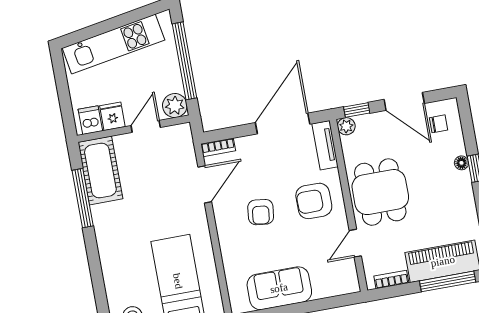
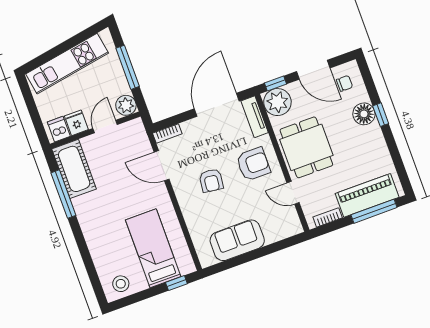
window: (184, 61) -> (128, 67), width x0.68
plant: (346, 126) -> (277, 102), width x1.88, depth x1.88
floor lamp: (461, 163) -> (364, 114), width x1.89, depth x1.89
door: (205, 184) -> (162, 166), swing flipped
armchair: (314, 201) -> (253, 164), turned 180
door: (355, 243) -> (293, 193), hinge flipped

